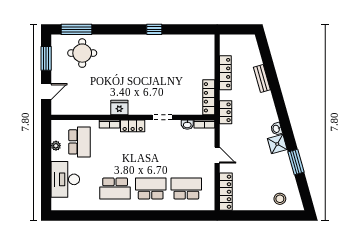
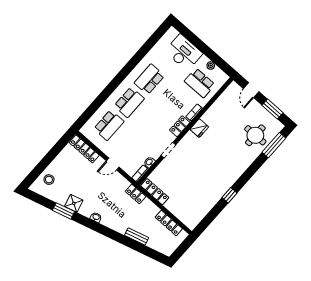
locker: (225, 73) -> (169, 223), moved
shower: (277, 144) -> (74, 203), moved

